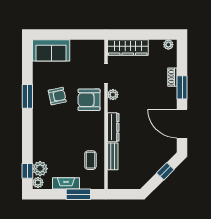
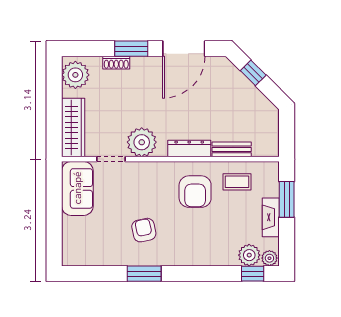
plant: (168, 45) -> (75, 75), width x1.88, depth x1.88
sofa: (51, 50) -> (77, 188), moved
plant: (113, 95) -> (142, 142), width x1.87, depth x1.87
armchair: (89, 100) -> (195, 192), moved

